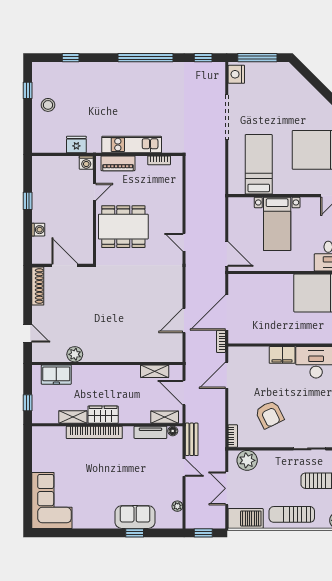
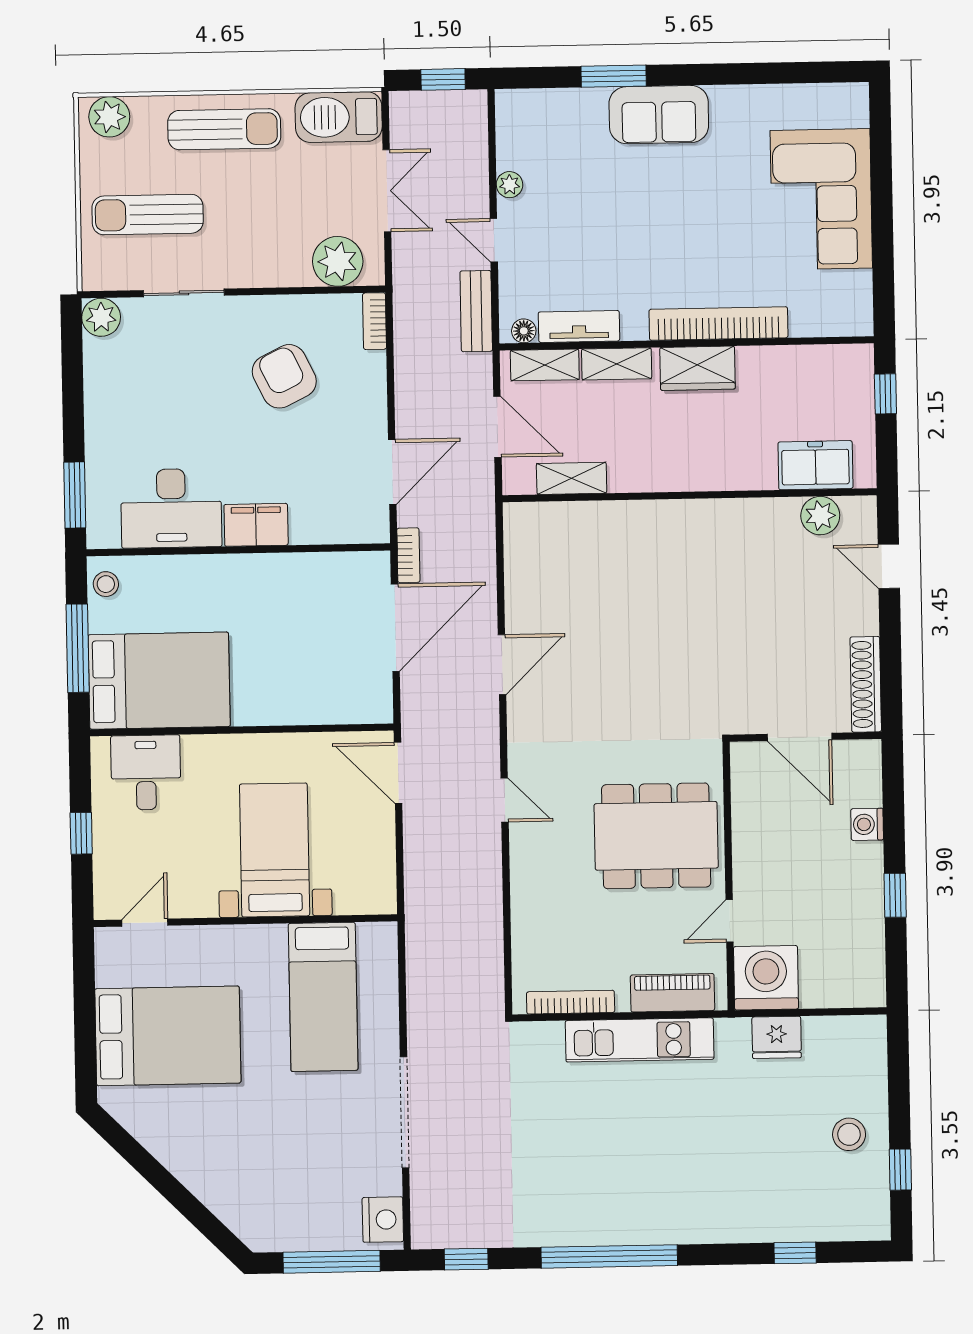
bookcase: (159, 160) -> (571, 1002), width x1.56
washing machine: (86, 163) -> (766, 978), width x1.89, depth x1.89
door: (184, 320) -> (502, 665), moved
plant: (75, 354) -> (820, 516), moved
shelving: (73, 417) -> (617, 364), moved
corner sofa: (52, 500) -> (821, 199), moved
plant: (177, 506) -> (509, 185), moved
sofa: (135, 517) -> (659, 115), moved
window: (135, 533) -> (614, 76), width x1.50

